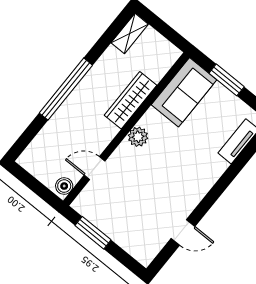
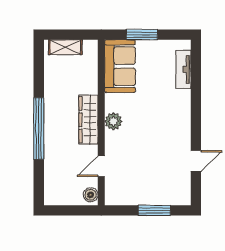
shelving: (130, 34) -> (65, 47), moved, turned 90
wardrobe: (131, 100) -> (88, 120), moved
window: (93, 233) -> (154, 210), moved

